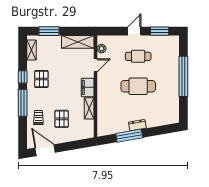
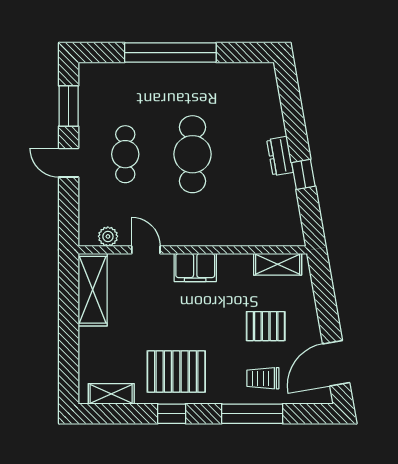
window: (49, 31) -> (69, 355), removed
pallet: (41, 79) -> (176, 372), width x1.50, depth x1.42
window: (23, 103) -> (252, 414), moved
shelving: (89, 108) -> (278, 264), moved
window: (129, 136) -> (303, 174), width x0.46

